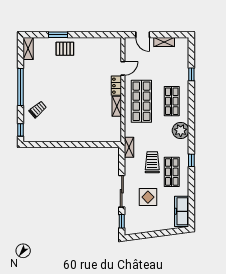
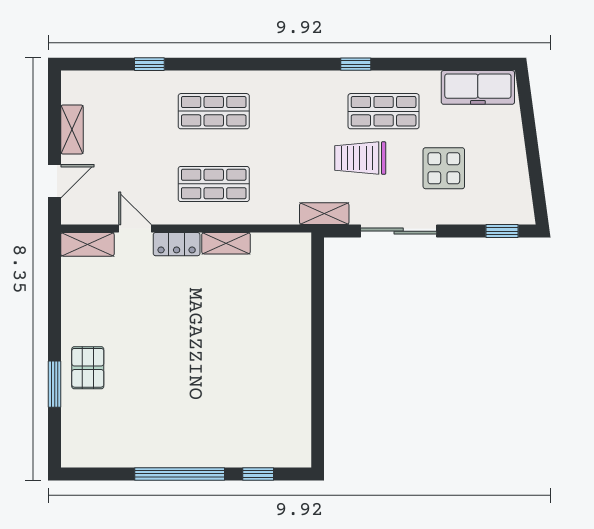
shelving: (28, 49) -> (87, 244), moved
shop shelf: (141, 101) -> (214, 184), width x0.70, depth x0.74
trolley: (38, 109) -> (233, 433), removed
window: (21, 130) -> (258, 474), moved
plant: (181, 130) -> (284, 90), removed
sliding door: (122, 191) -> (399, 231), moved

